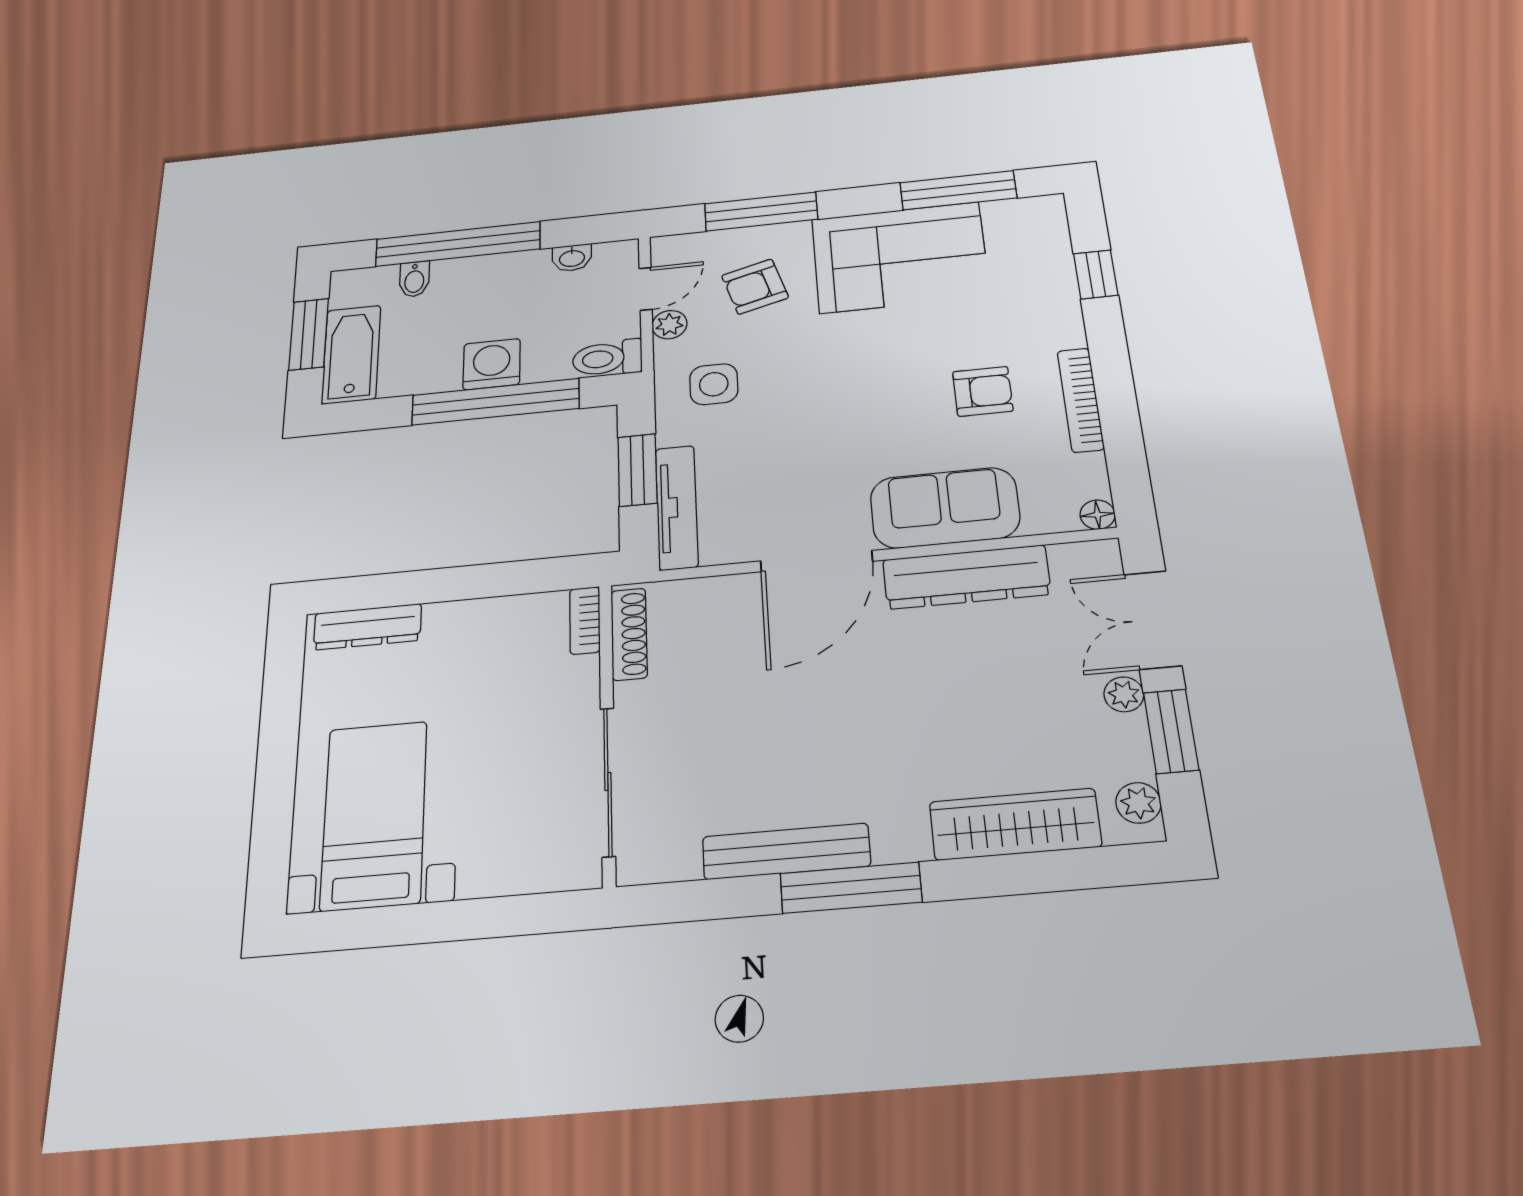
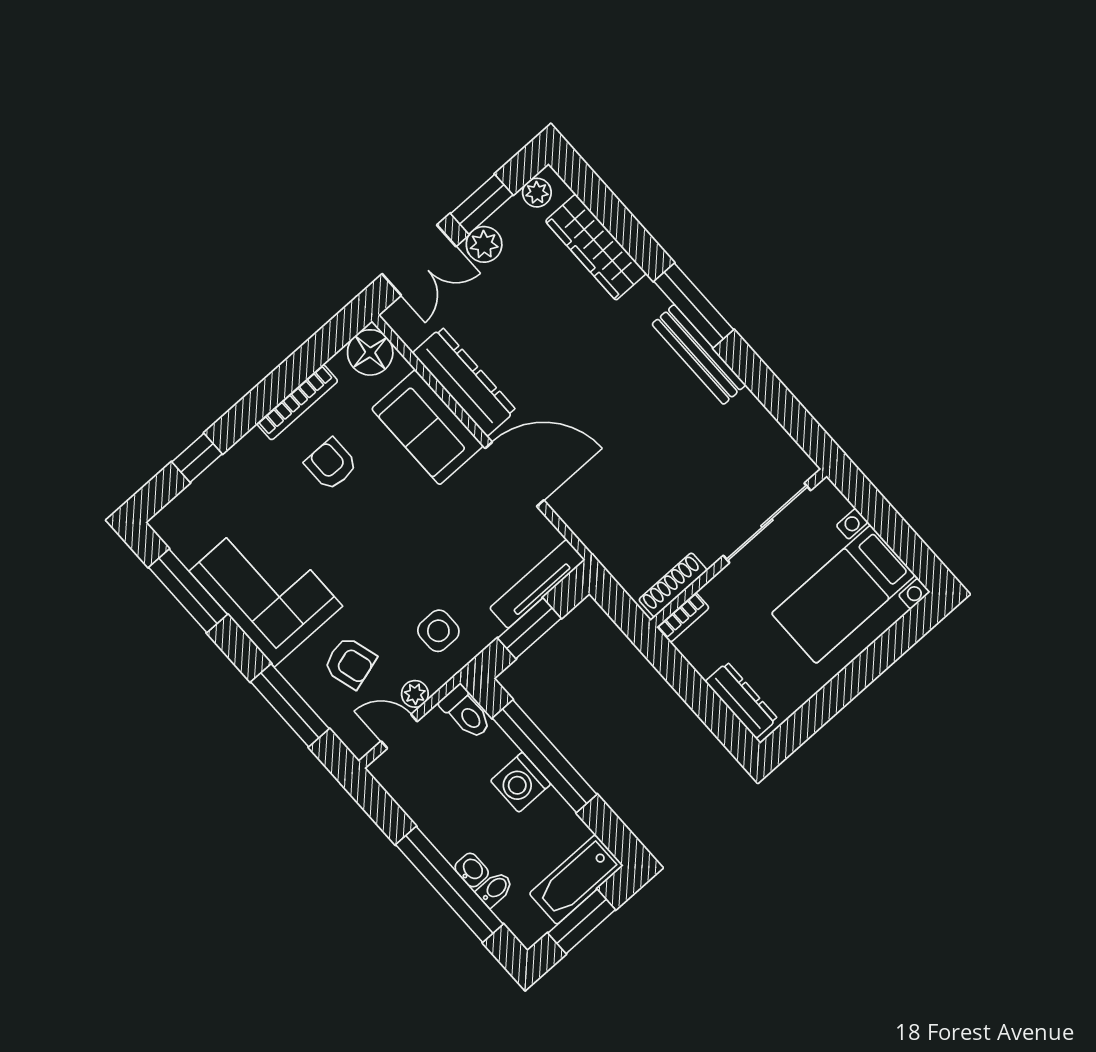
washbasin: (572, 258) -> (472, 870), moved
floor lamp: (1098, 515) -> (370, 352), width x1.89, depth x1.89
bookcase: (585, 620) -> (683, 617), moved
shoe rack: (629, 634) -> (673, 585), moved
plant: (1124, 694) -> (484, 244), width x1.38, depth x1.38
wall: (607, 731) -> (739, 548), moved
sliding door: (608, 781) -> (767, 523), moved

